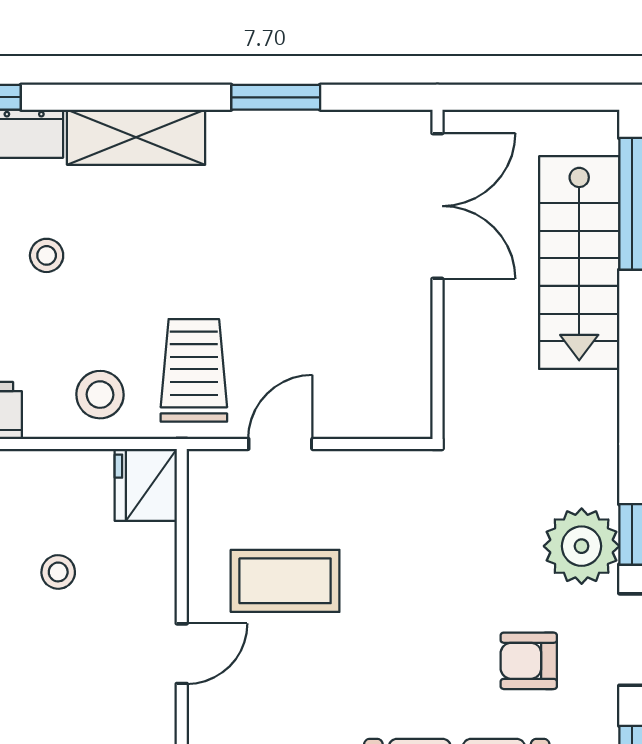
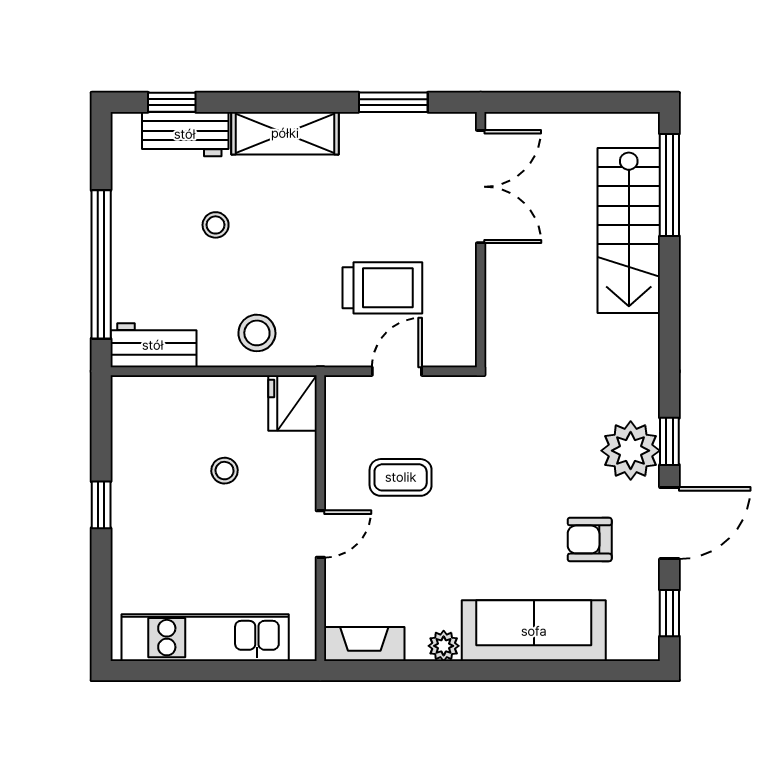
double door: (437, 206) -> (481, 187), moved
wall: (437, 274) -> (481, 240), moved
trolley: (194, 370) -> (382, 288), moved, turned 90
coffee table: (285, 581) -> (401, 477), width x0.73, depth x0.77

